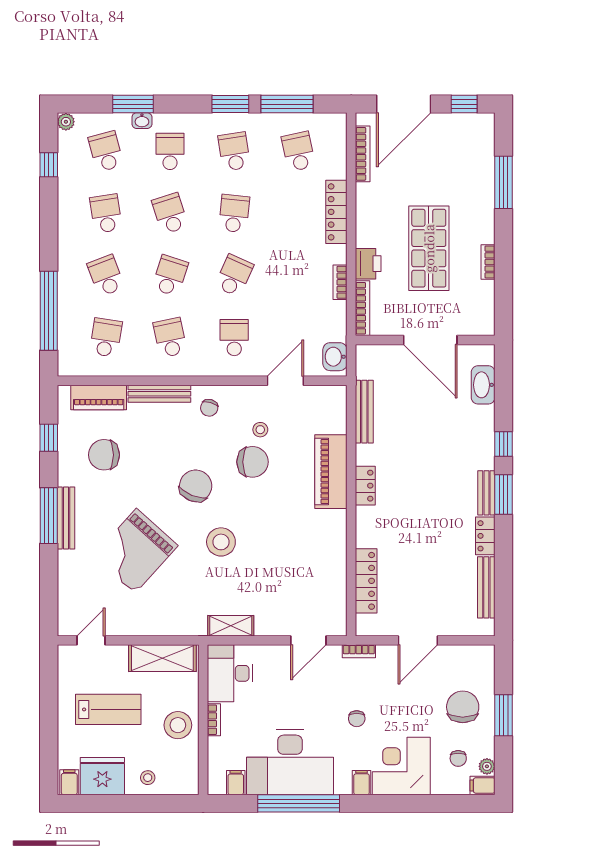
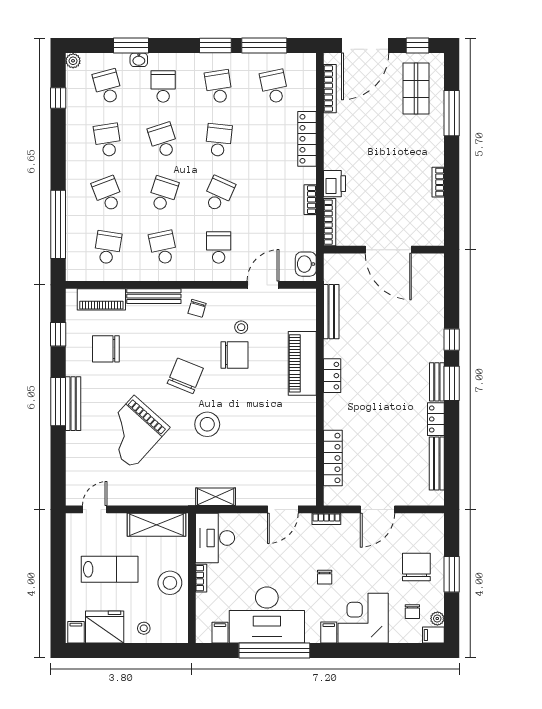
shop shelf: (429, 248) -> (416, 89), moved, width x0.70, depth x0.74
washbasin: (483, 385) -> (434, 288), removed

